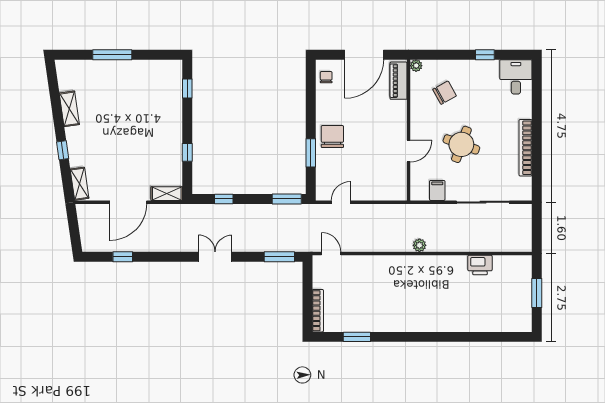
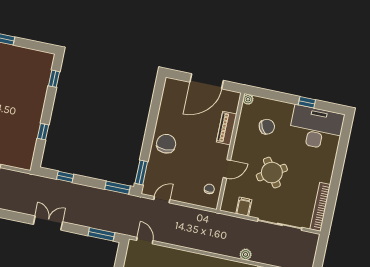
chair: (326, 77) -> (209, 189), moved
desk: (516, 77) -> (316, 128), width x1.87, depth x1.30
piano: (399, 81) -> (227, 128), moved
round table: (461, 144) -> (272, 173), turned 38
bookcase: (526, 148) -> (320, 207), moved
window: (311, 153) -> (141, 173), moved
shelving: (167, 194) -> (19, 162), removed
plant: (419, 245) -> (246, 254), moved

